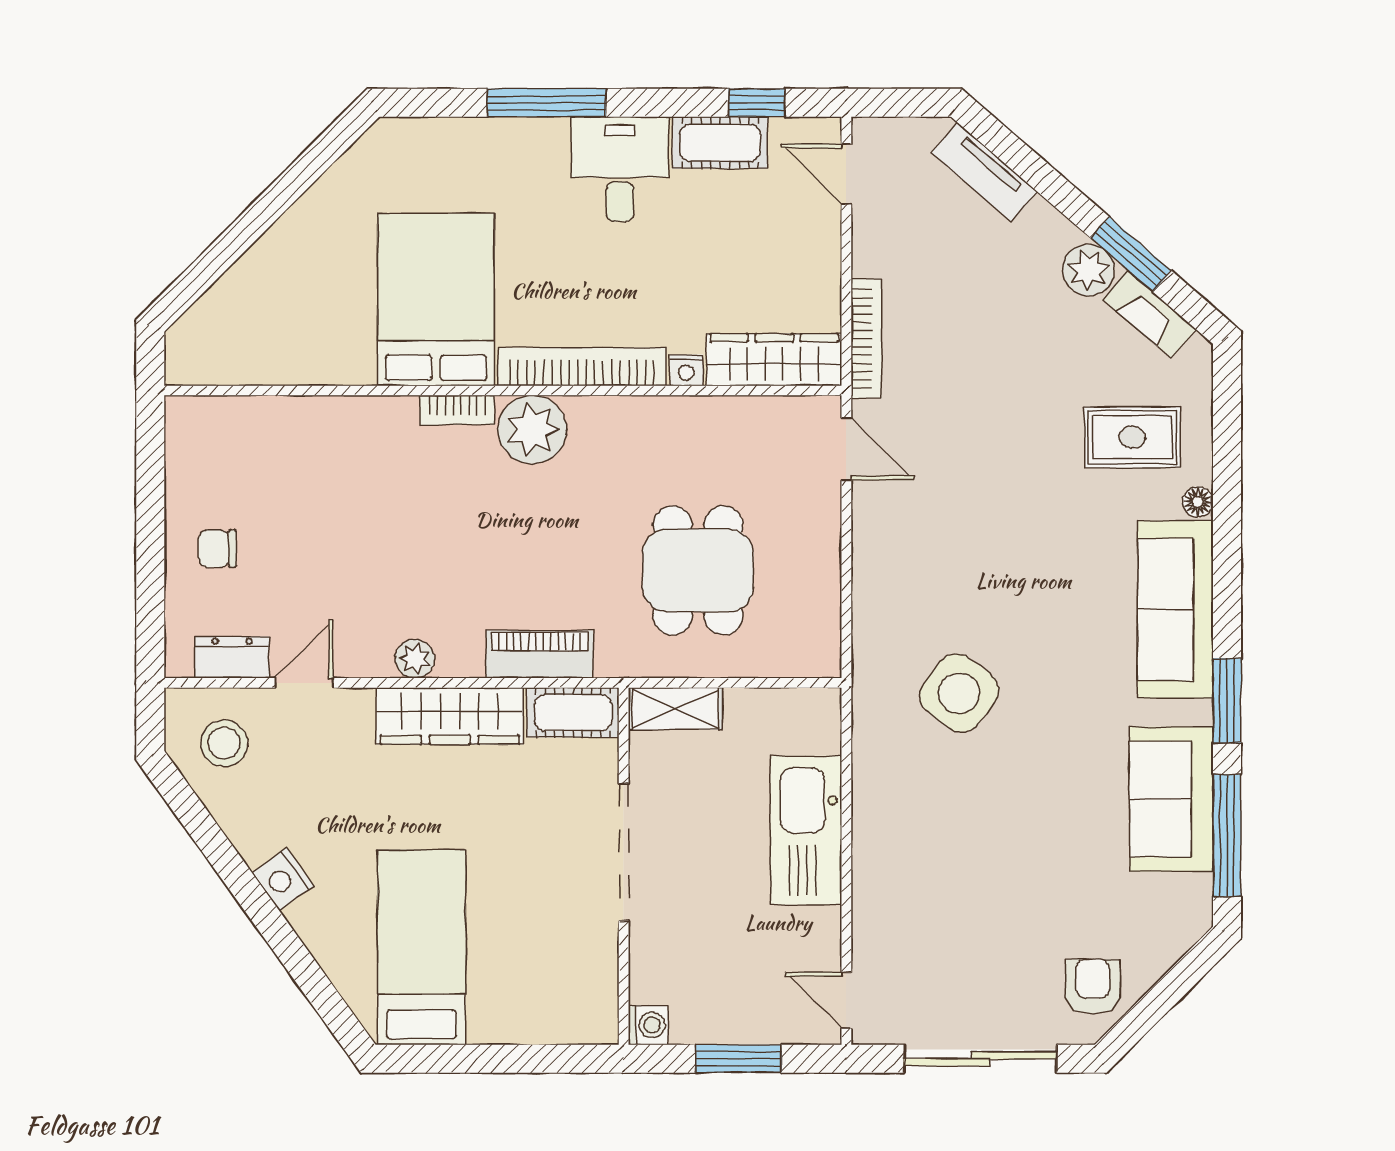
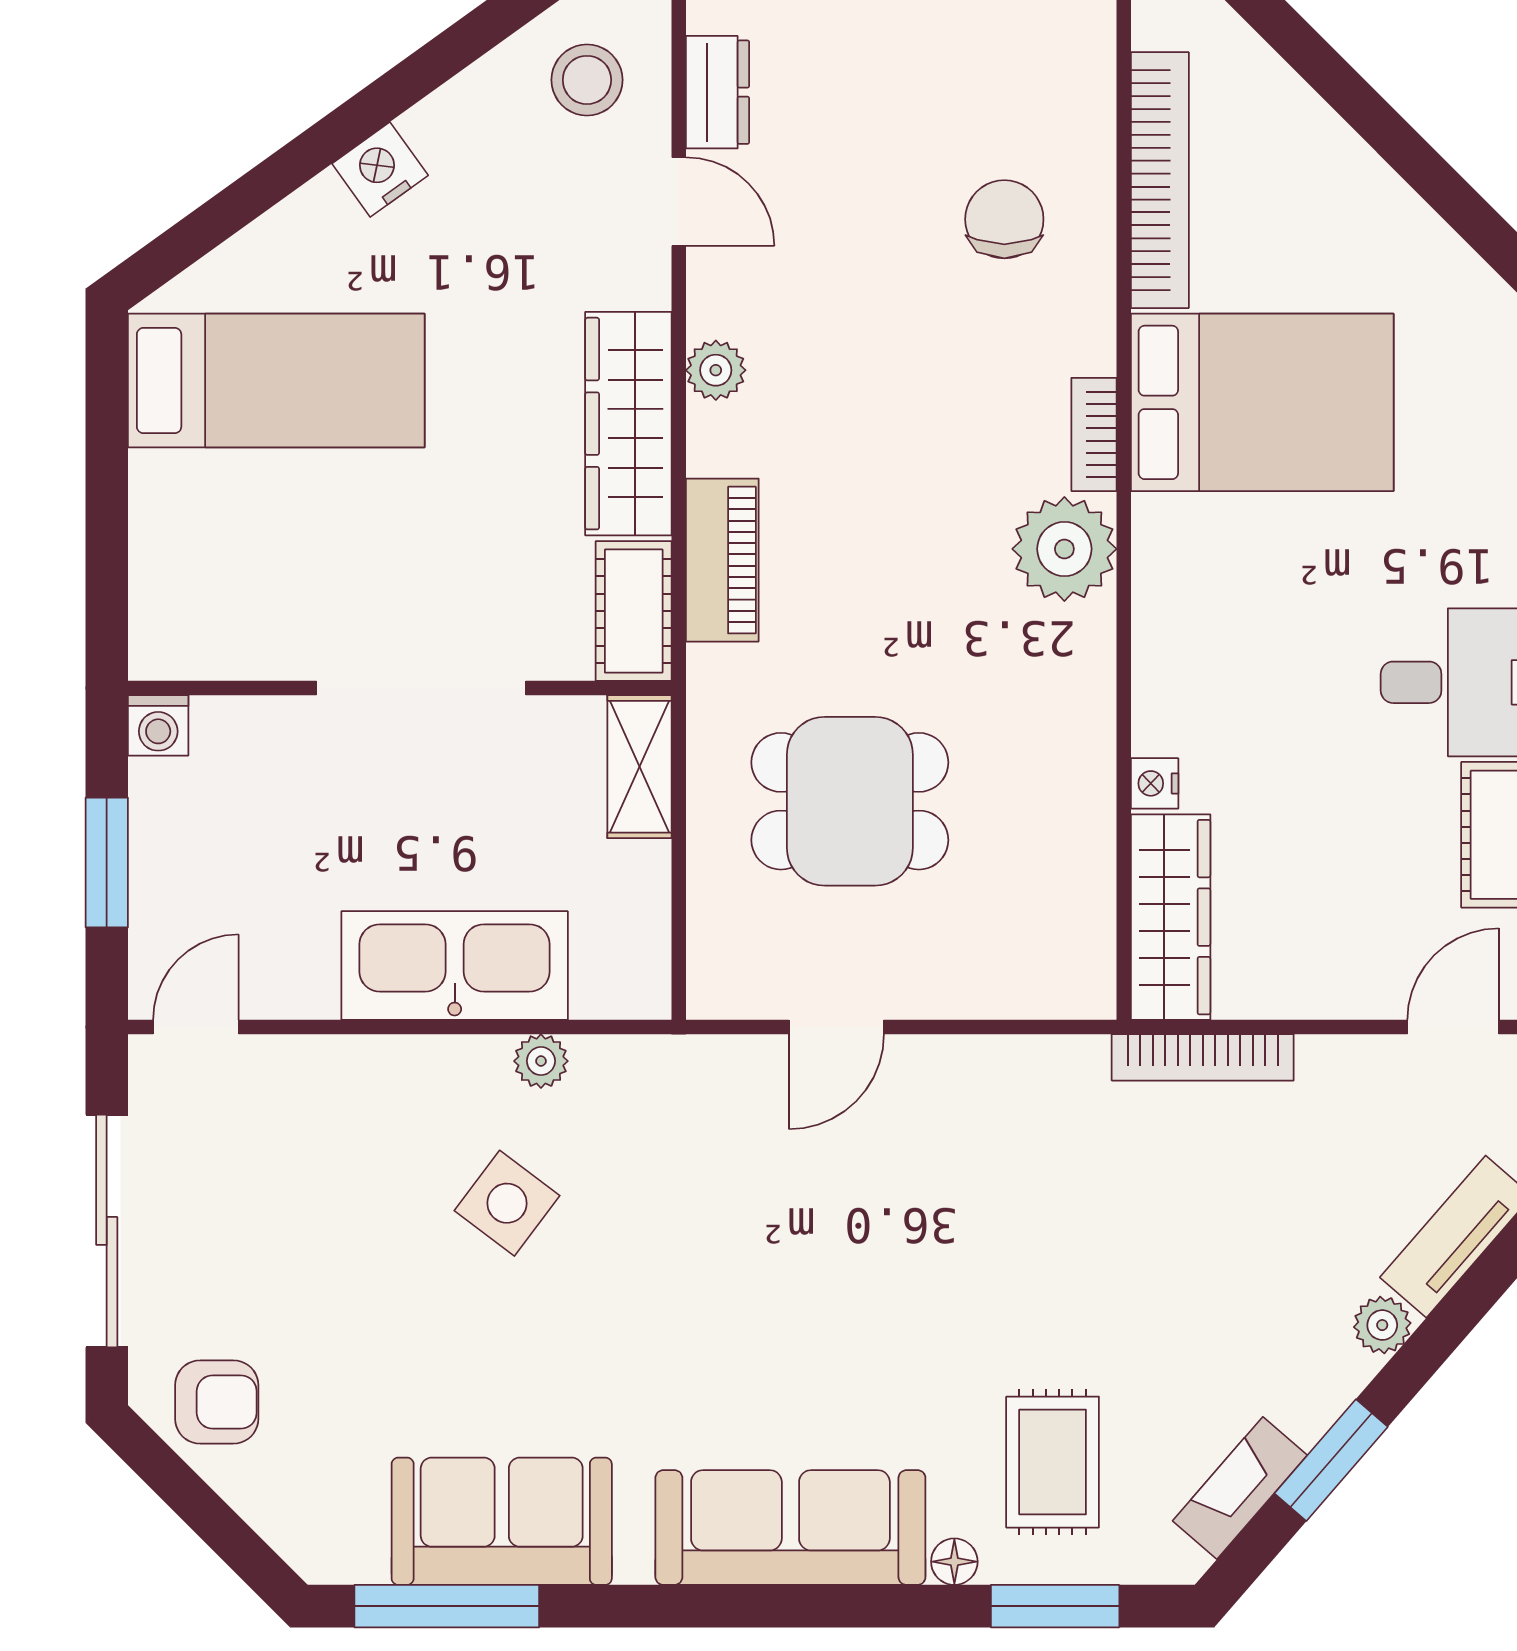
plant: (1089, 270) -> (1382, 1325), moved, width x0.73, depth x0.73
bookcase: (582, 367) -> (1160, 180), moved
door: (846, 449) -> (836, 1027), moved
chair: (217, 549) -> (1004, 219), moved, width x1.37, depth x1.37
side table: (959, 693) -> (507, 1203), moved, width x0.73, depth x0.73
window: (1227, 701) -> (1055, 1606), moved
plant: (869, 773) -> (541, 1061), added

